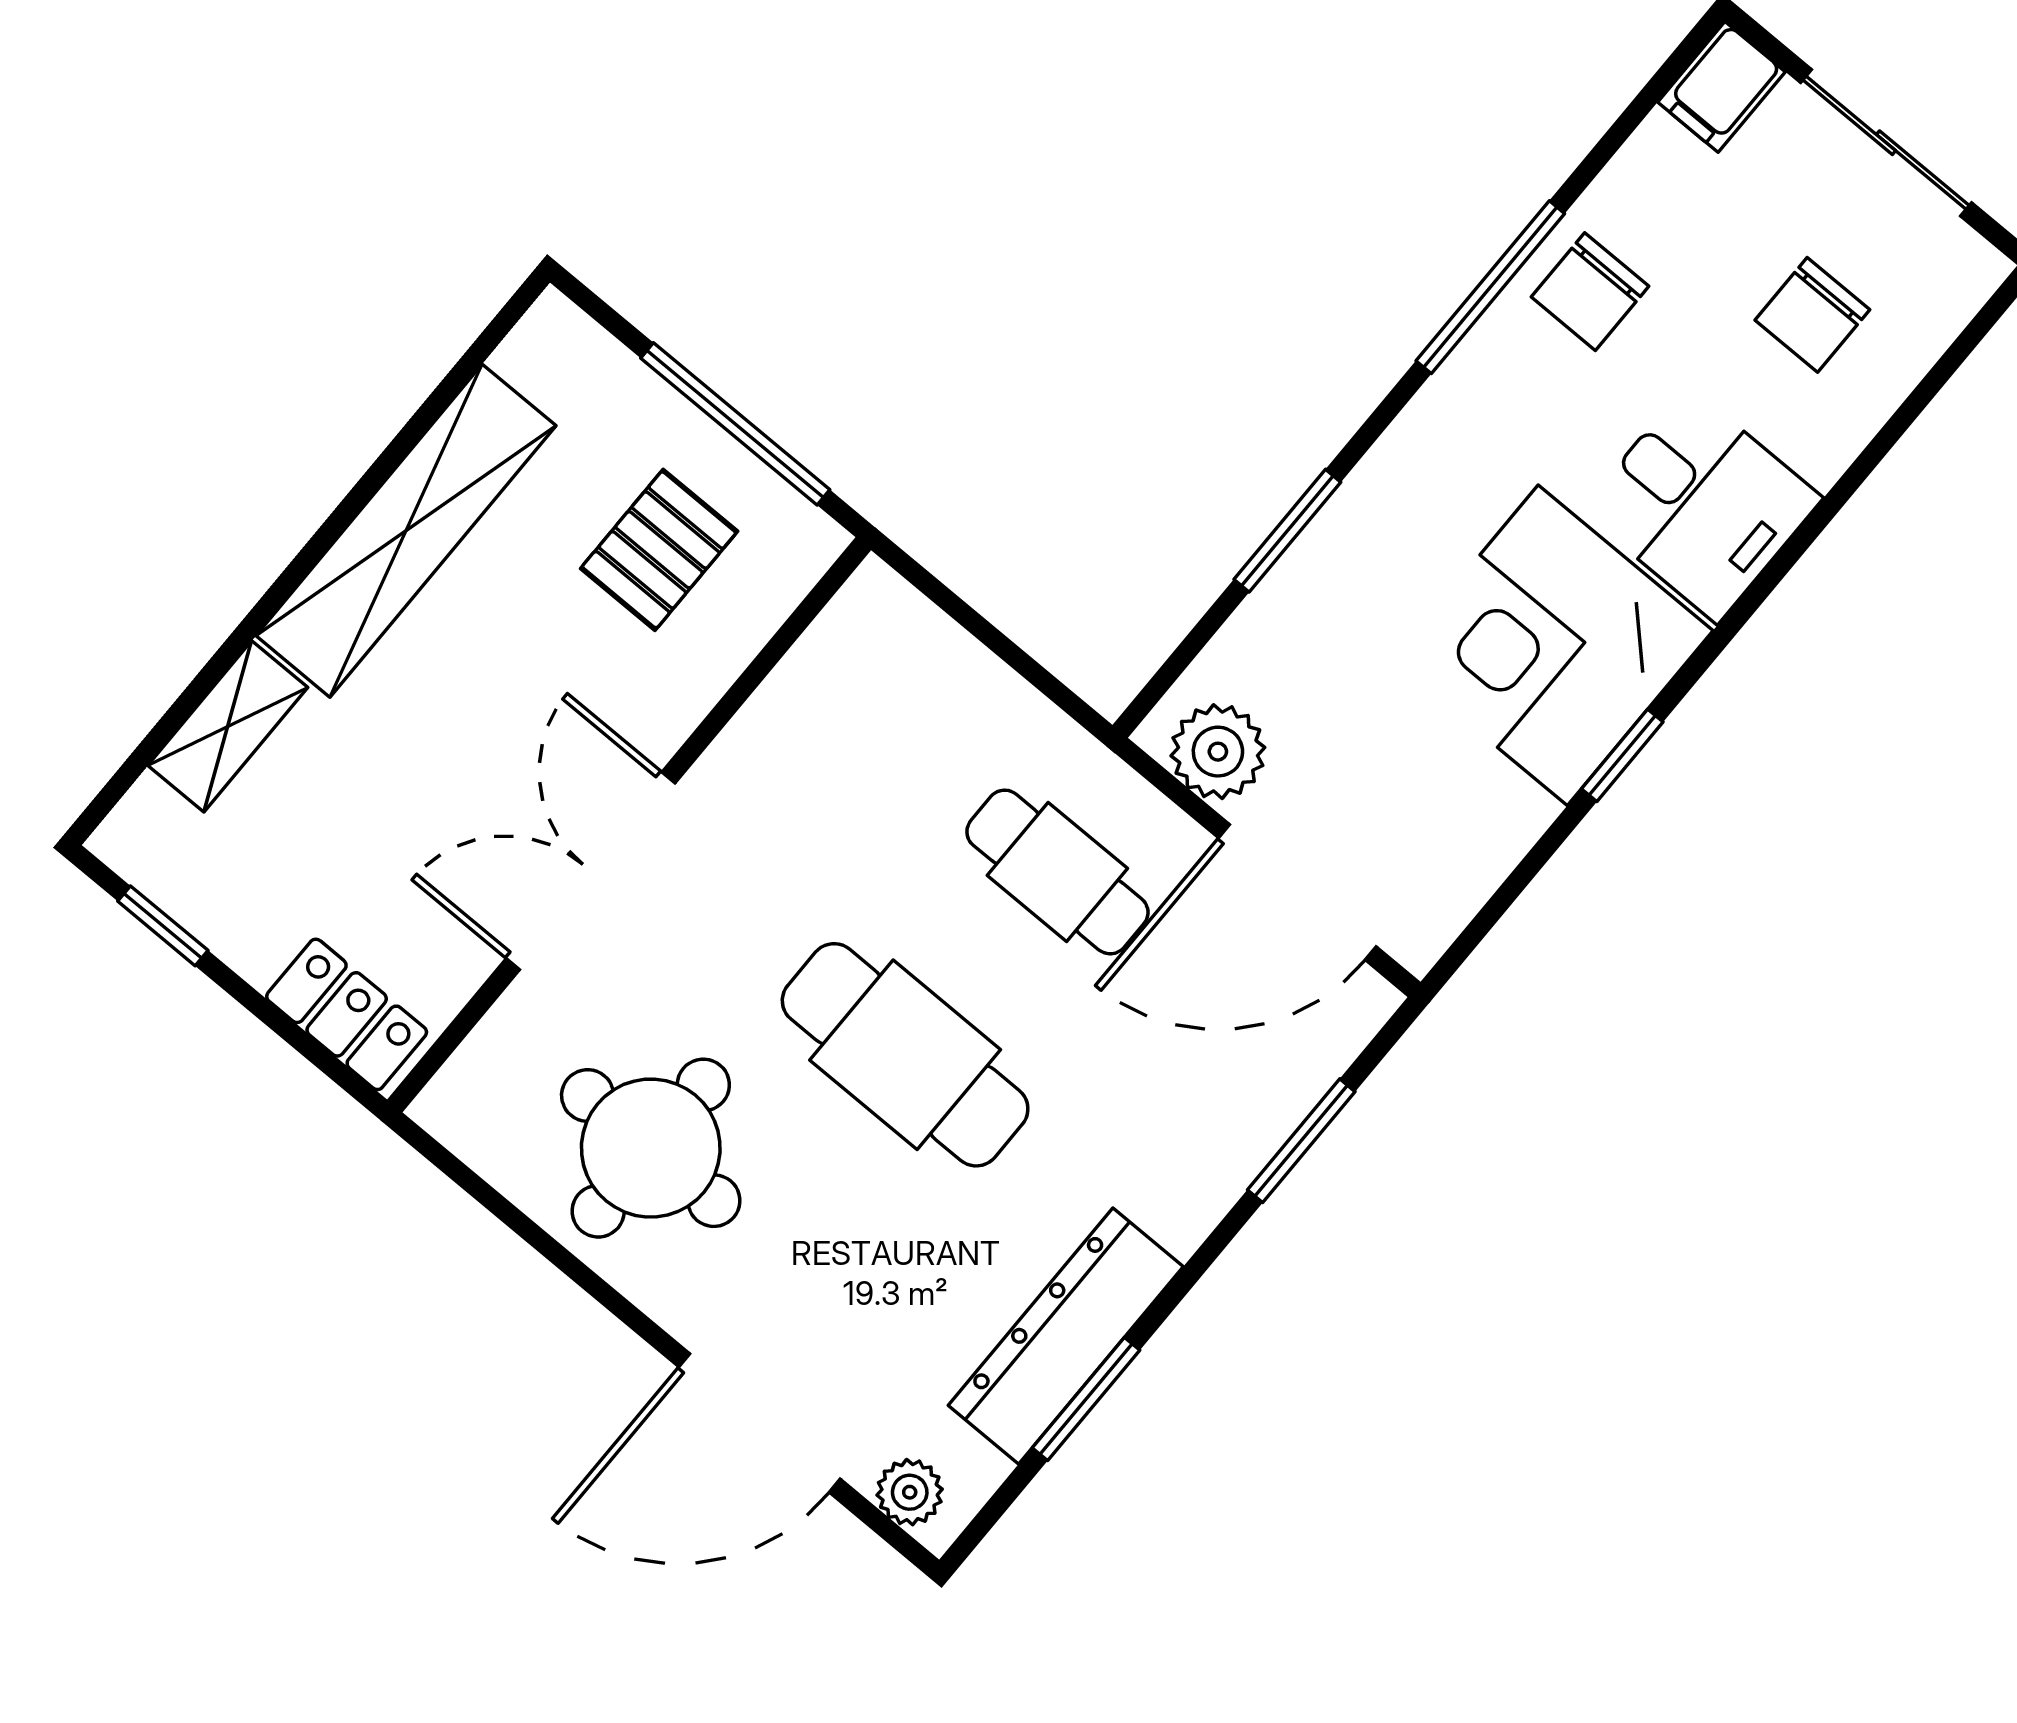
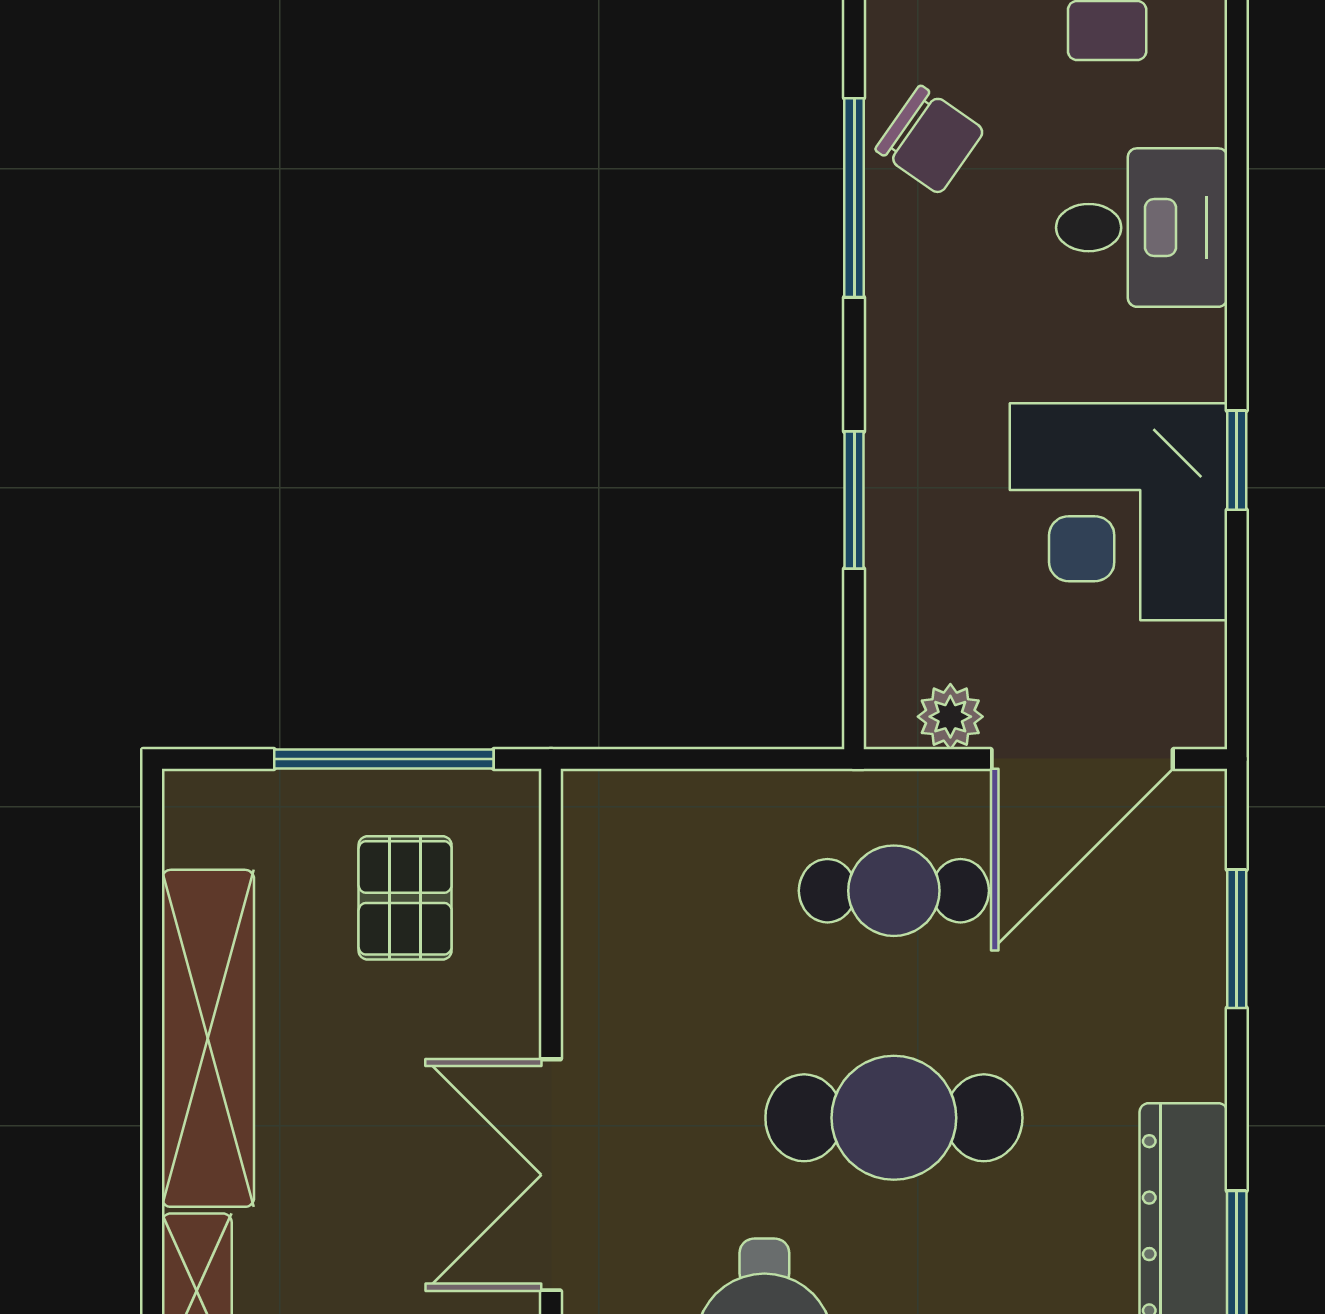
chair: (1590, 292) -> (930, 140), turned -55
corner desk: (1553, 645) -> (1119, 512), moved
plant: (1218, 752) -> (950, 717), width x0.73, depth x0.73

